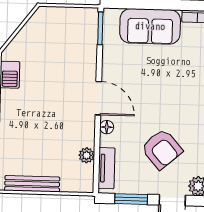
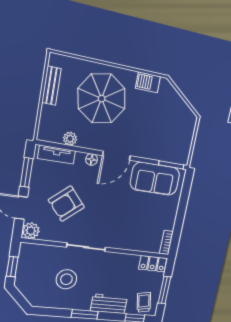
sofa: (150, 26) -> (155, 179), moved, turned -90
parasol: (37, 126) -> (102, 99), added
bench: (32, 184) -> (51, 86), width x0.73

